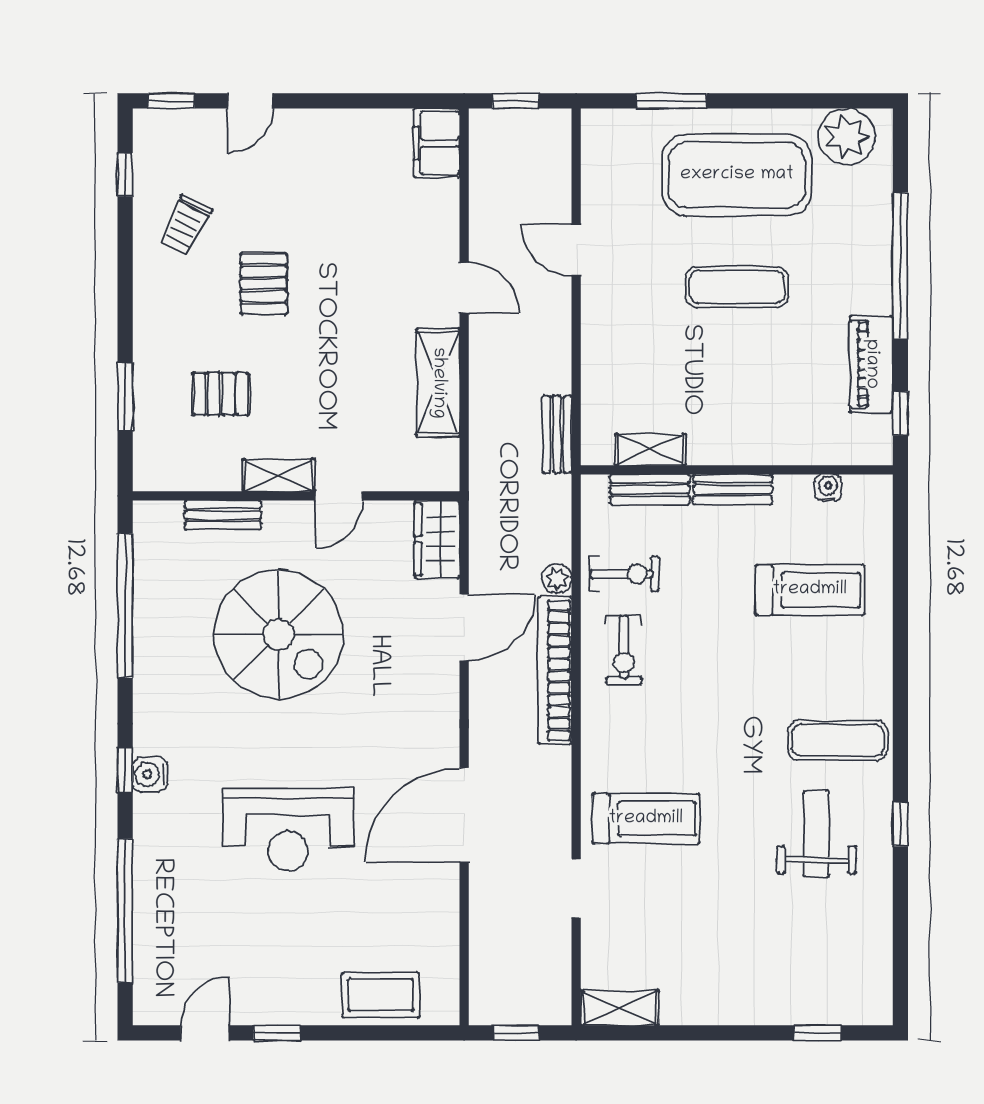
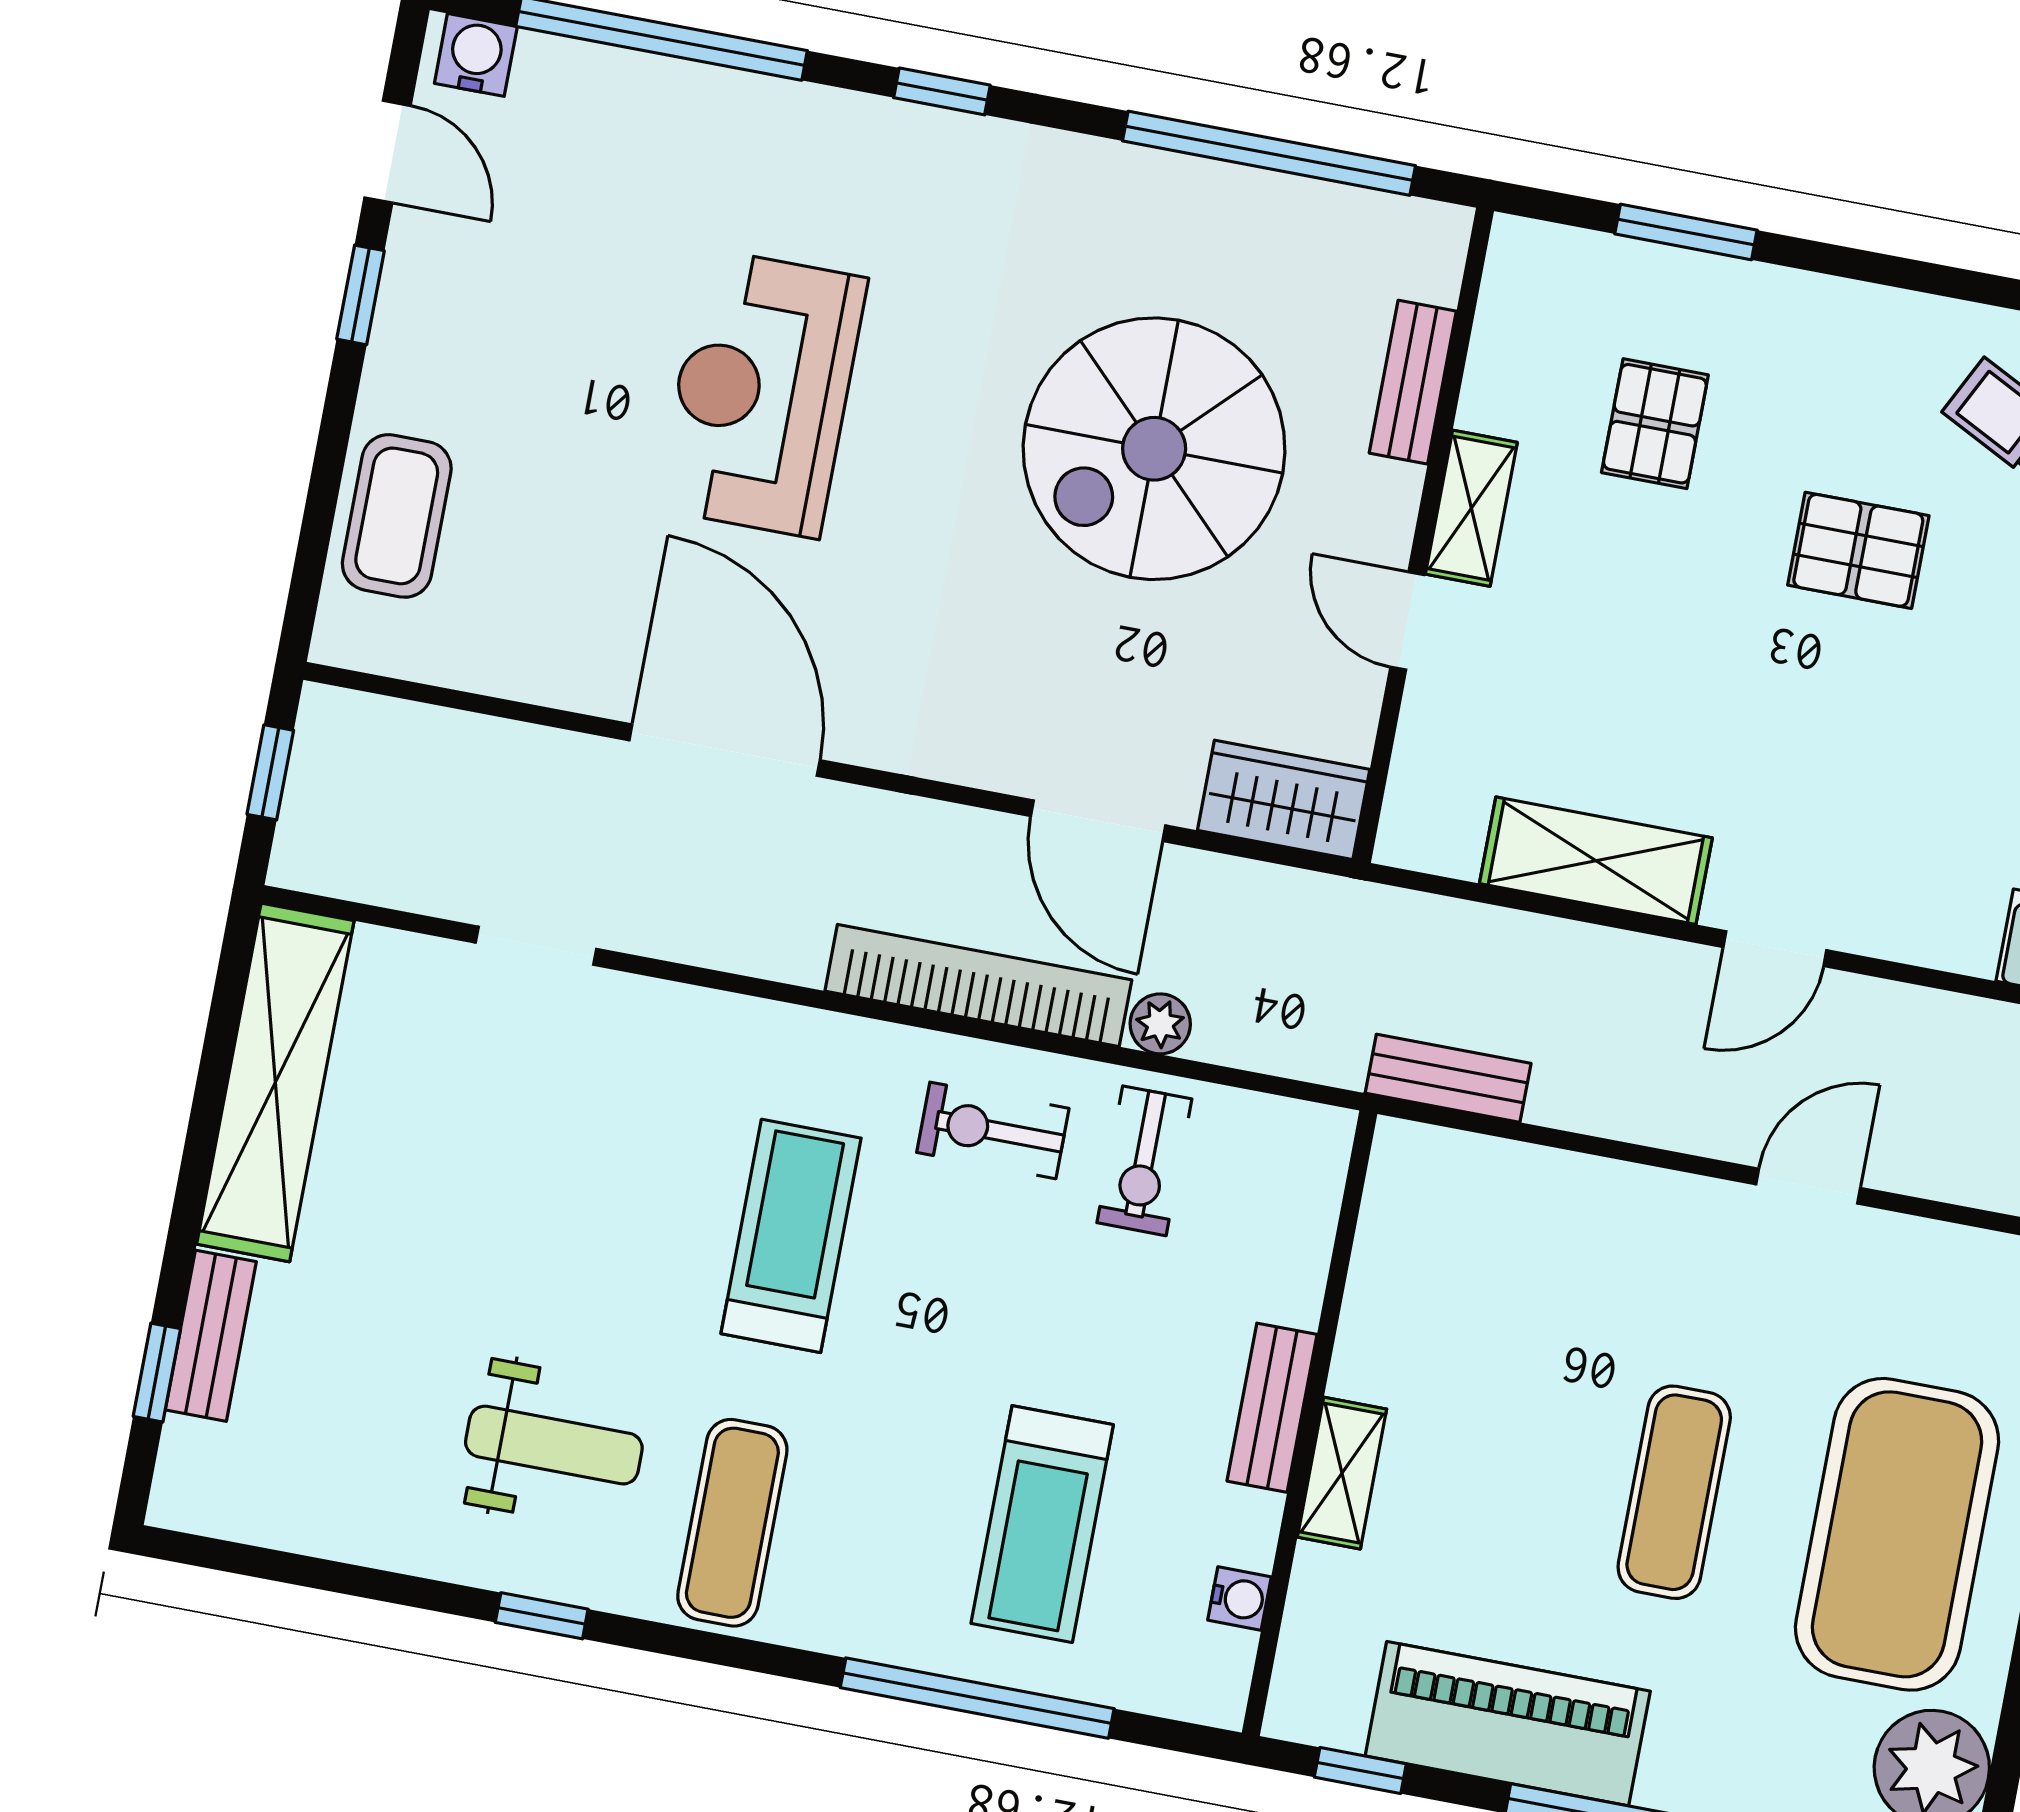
piano: (871, 364) -> (1508, 1724), width x1.37, depth x1.33
shelving: (650, 450) -> (1342, 1473), moved
bench: (650, 490) -> (211, 1336), moved
window: (900, 606) -> (977, 1698), added
water cooler: (150, 774) -> (476, 55), moved
treadmill: (646, 819) -> (791, 1236), moved, turned 180
shelving: (620, 1008) -> (275, 1082), width x2.20, depth x1.33

